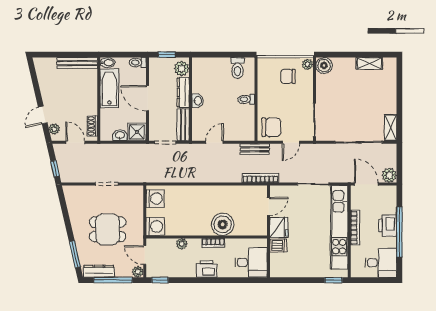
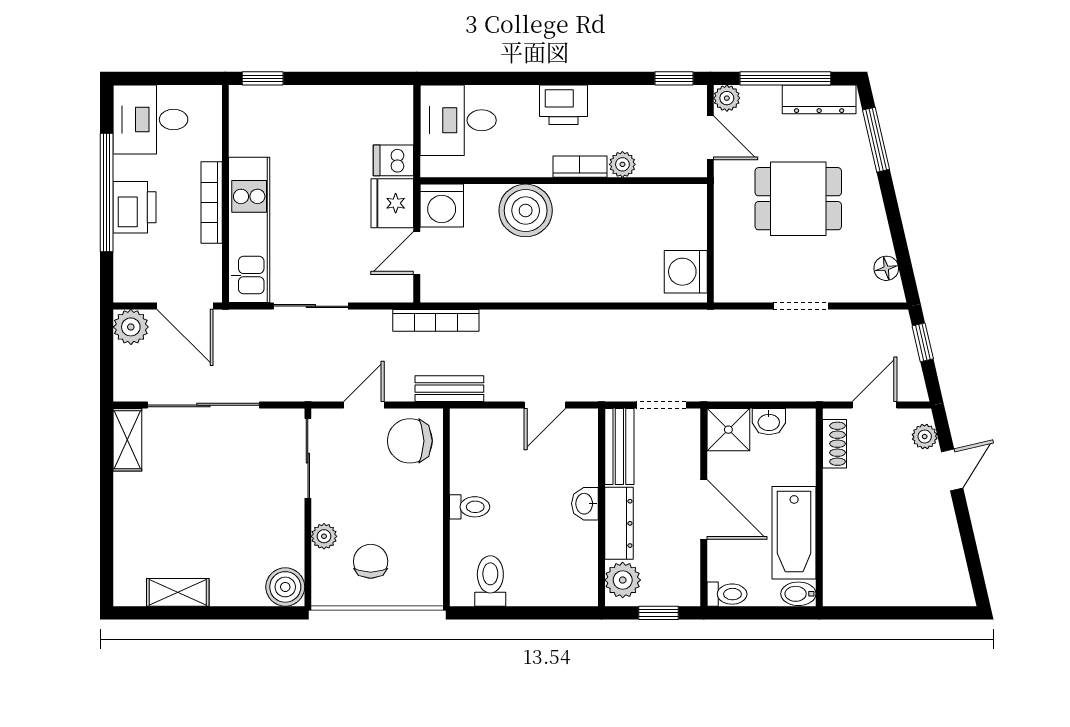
bench: (77, 63) -> (870, 593), removed
plant: (308, 64) -> (324, 536), moved
chair: (288, 76) -> (371, 561), turned -90
door: (75, 142) -> (875, 405), swing flipped
floor lamp: (70, 200) -> (886, 268), added
washing machine: (155, 226) -> (442, 206), moved, turned -90
kitchen unit: (339, 227) -> (249, 230), width x0.73
bookcase: (213, 243) -> (580, 167), moved

